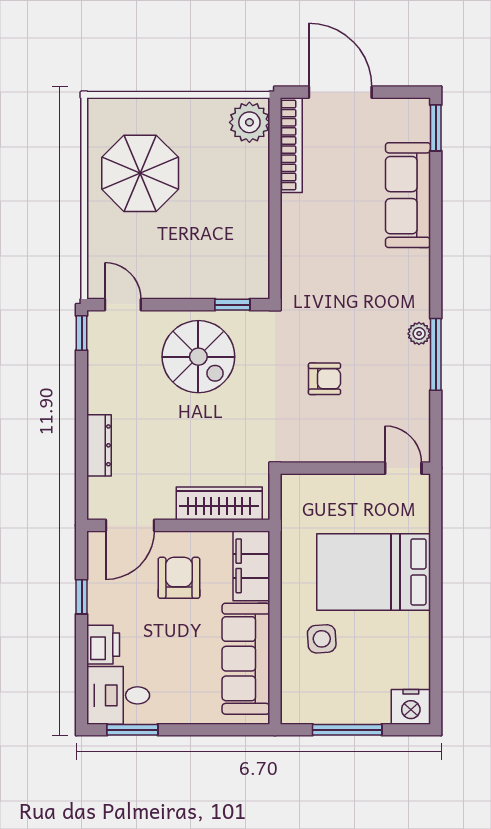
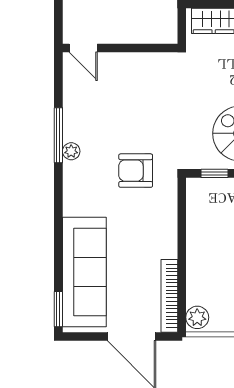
plant: (249, 122) -> (197, 317), width x0.73, depth x0.73
sofa: (408, 195) -> (84, 272), width x1.36, depth x1.27
armchair: (325, 379) -> (136, 171), moved, width x1.38, depth x1.38

